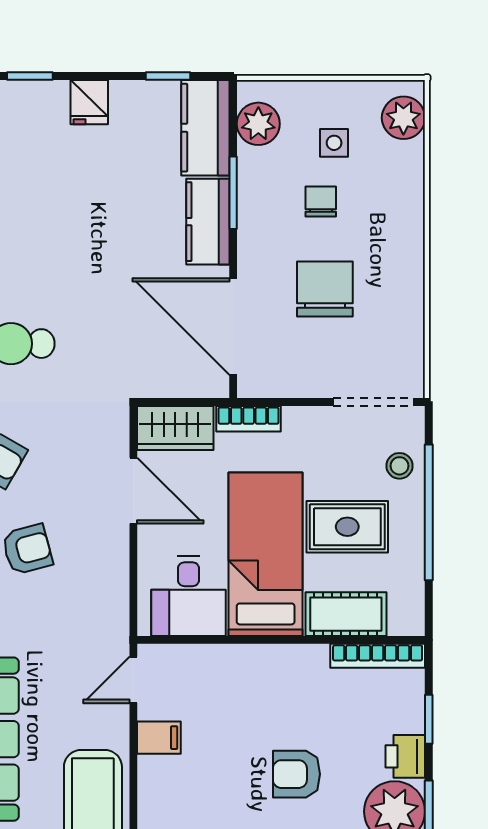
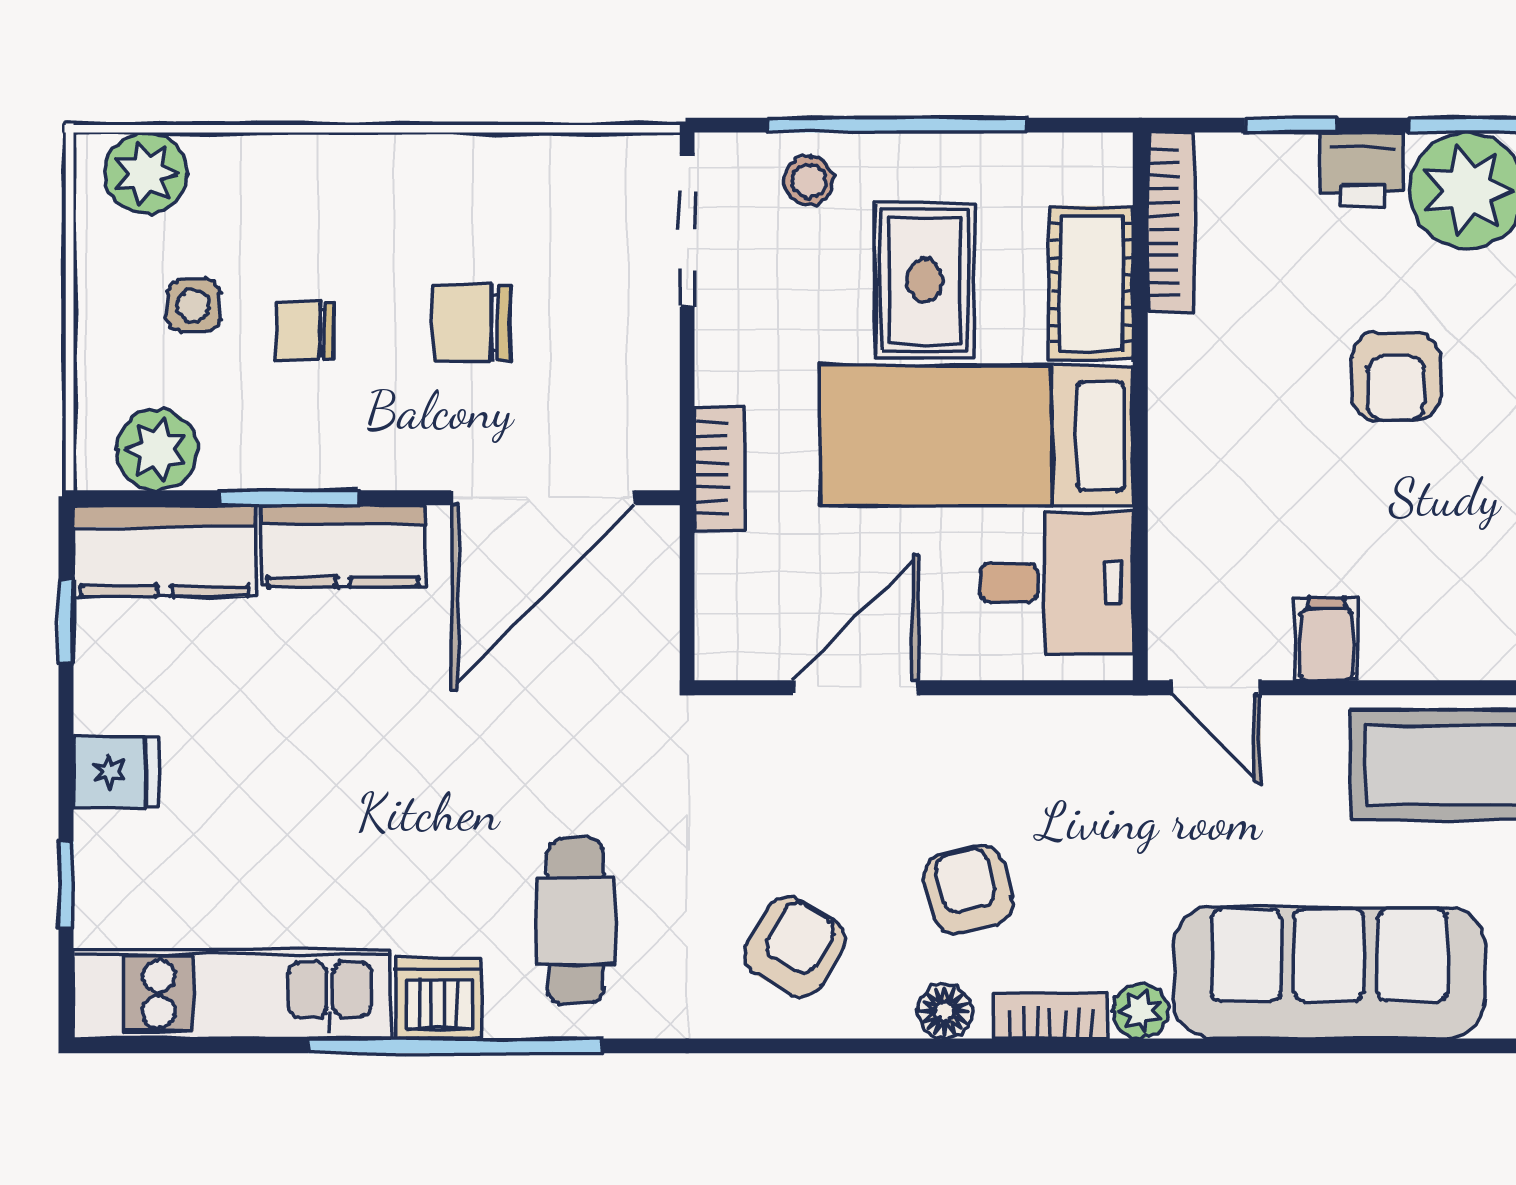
chair: (325, 289) -> (472, 323), width x0.73, depth x0.73
wardrobe: (175, 428) -> (737, 608), removed

